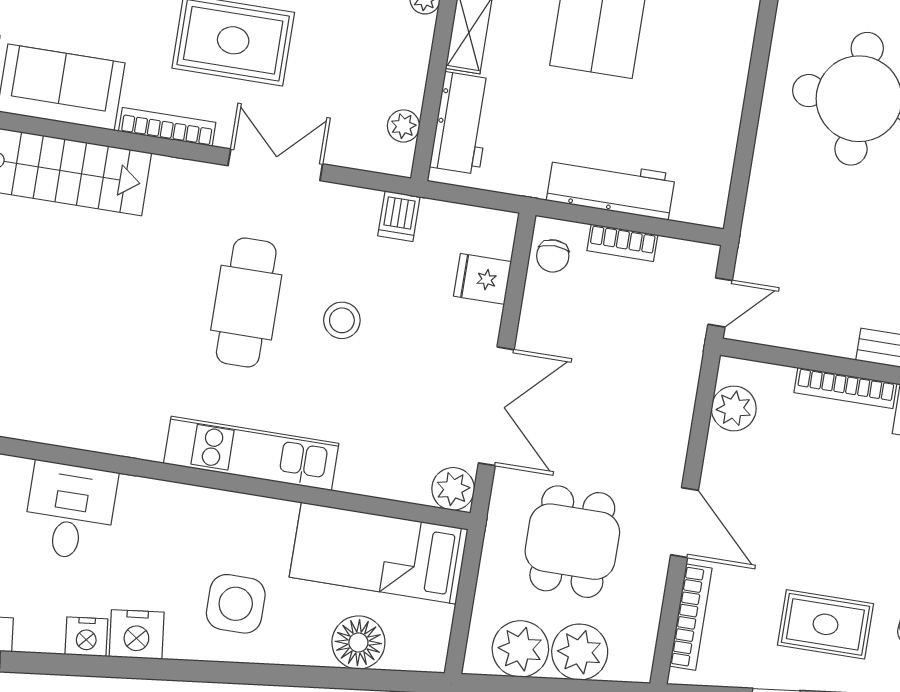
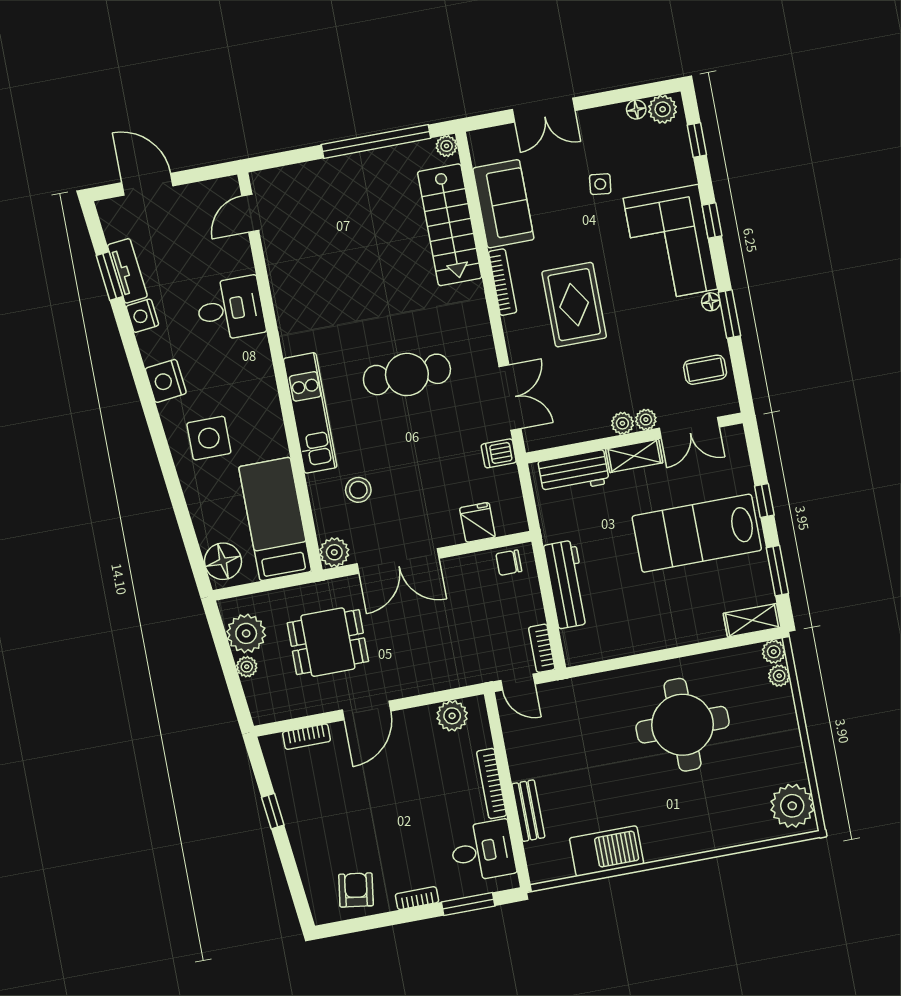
plant: (403, 126) -> (622, 423), moved
double door: (275, 165) -> (510, 397), moved
bookcase: (622, 243) -> (542, 648), moved
stool: (342, 320) -> (358, 490), moved
bookcase: (691, 617) -> (307, 737), width x0.64
rug: (825, 624) -> (333, 826), removed
nightstand: (86, 637) -> (142, 316), moved
floor lamp: (358, 642) -> (223, 561), moved
plant: (580, 652) -> (247, 667), width x0.53, depth x0.53

